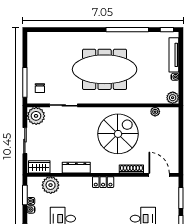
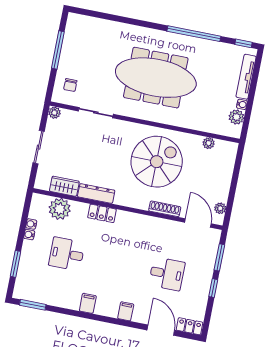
window: (25, 82) -> (58, 50), moved
plant: (173, 98) -> (236, 117), moved
plant: (36, 116) -> (54, 113), width x0.53, depth x0.53
plant: (174, 160) -> (220, 208), added
wardrobe: (39, 167) -> (64, 186), moved
locker: (103, 182) -> (102, 213), moved
window: (25, 195) -> (25, 215), removed

